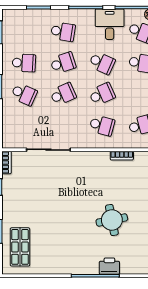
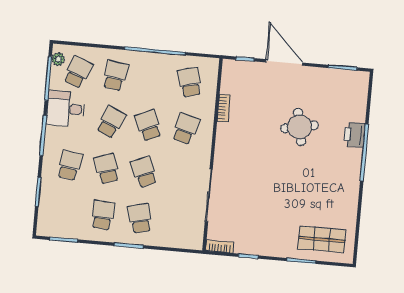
school desk: (24, 94) -> (140, 218), turned -39

